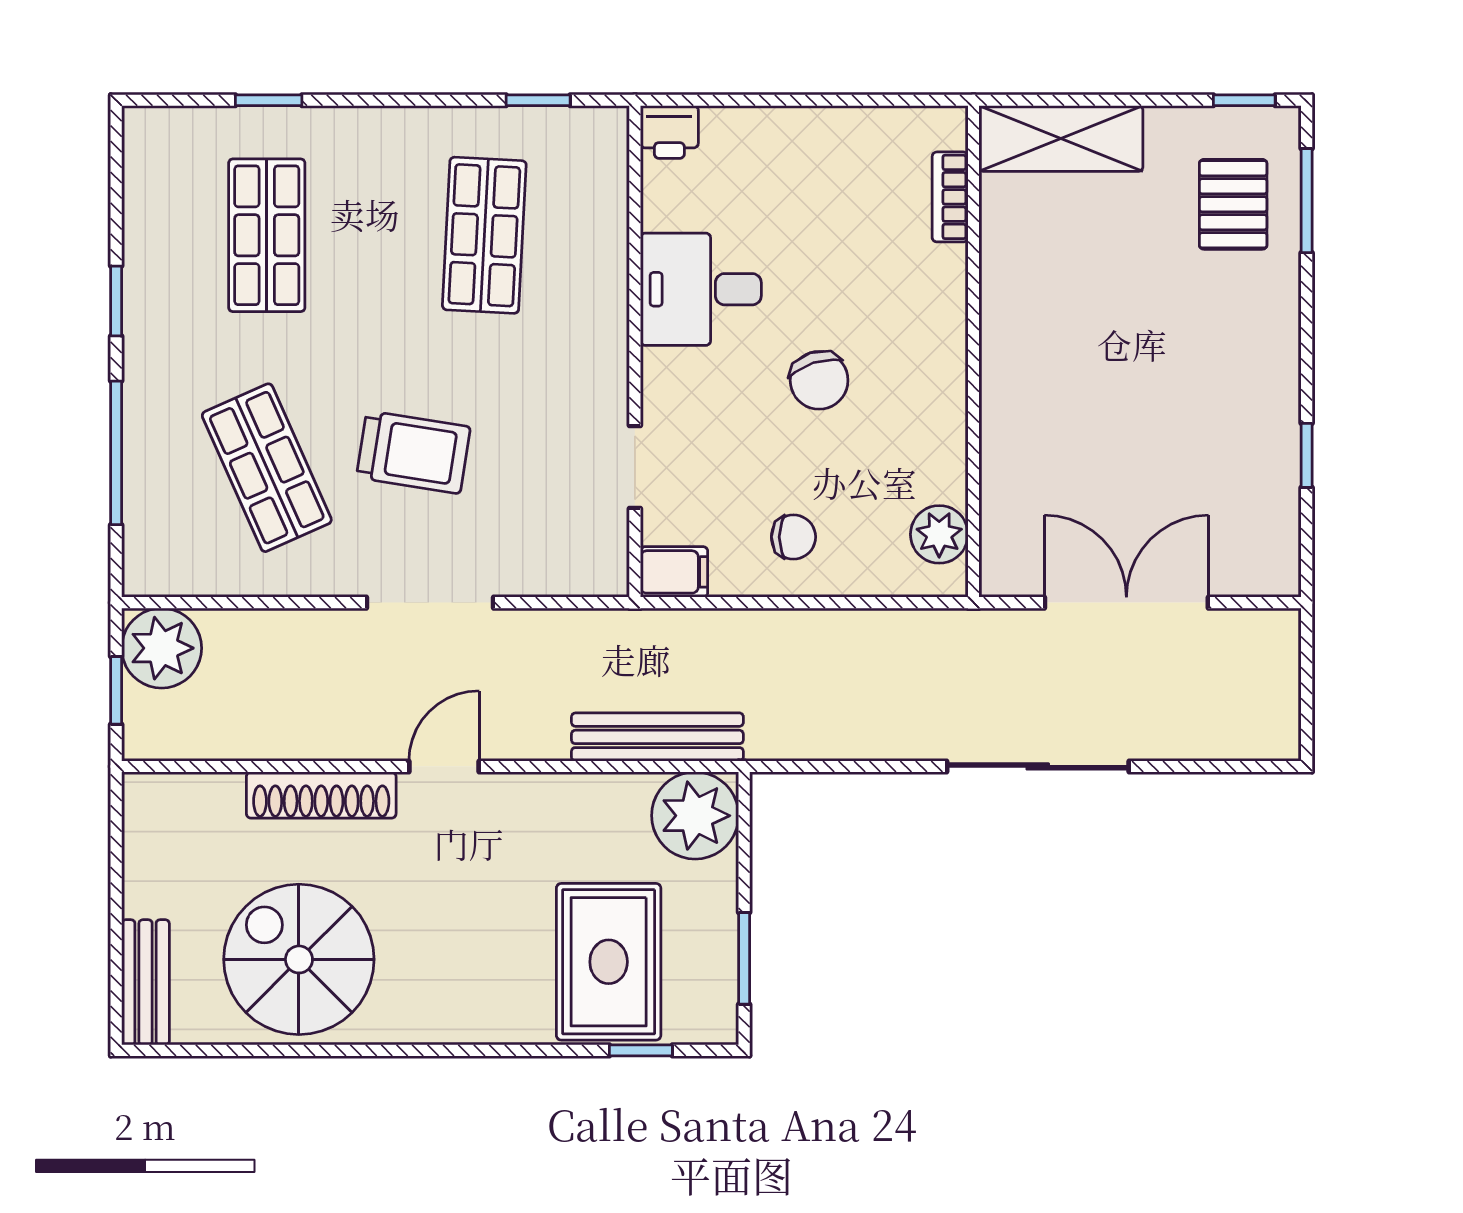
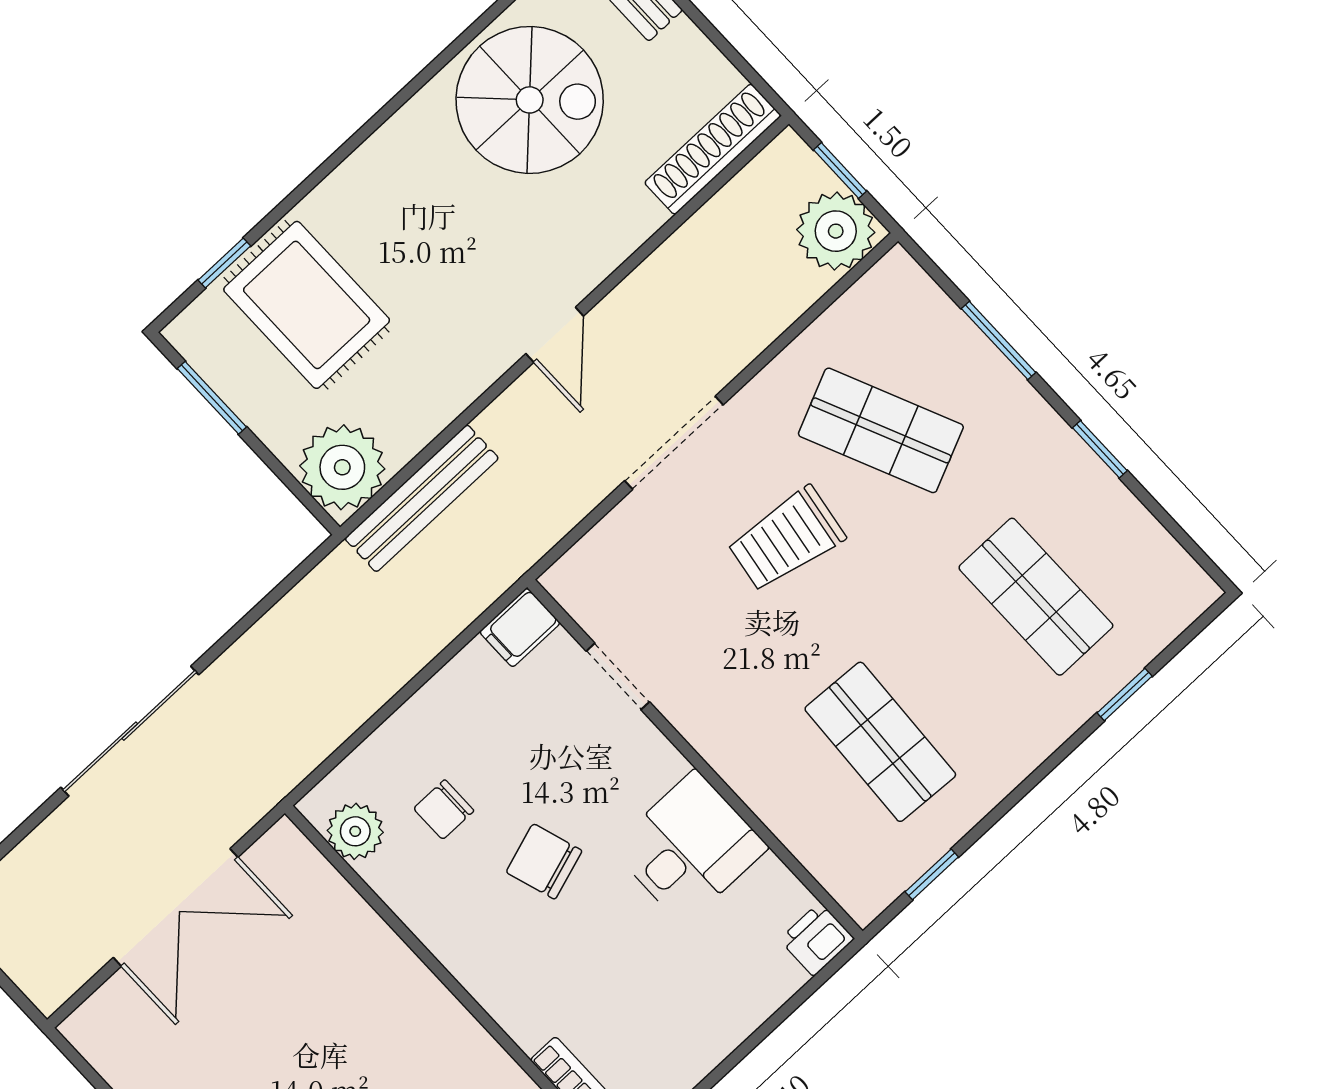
window: (116, 453) -> (999, 340), width x0.69
chair: (793, 537) -> (444, 810), moved
shoe rack: (321, 795) -> (713, 149), moved

